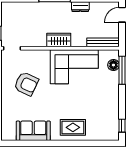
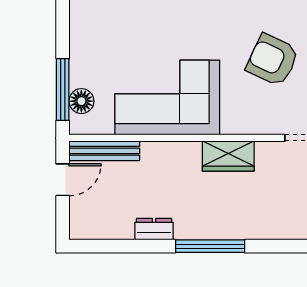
door: (122, 15) -> (63, 180), moved
wardrobe: (59, 40) -> (228, 156), moved

